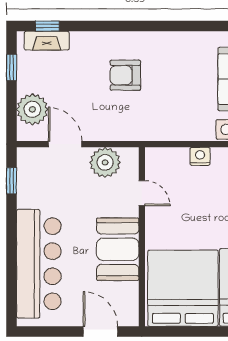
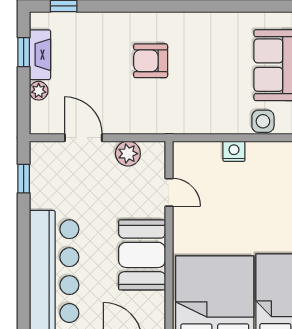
fireplace: (47, 41) -> (40, 55), moved, turned -90
plant: (32, 109) -> (39, 91), width x0.53, depth x0.53
plant: (105, 162) -> (128, 154), width x0.73, depth x0.73

